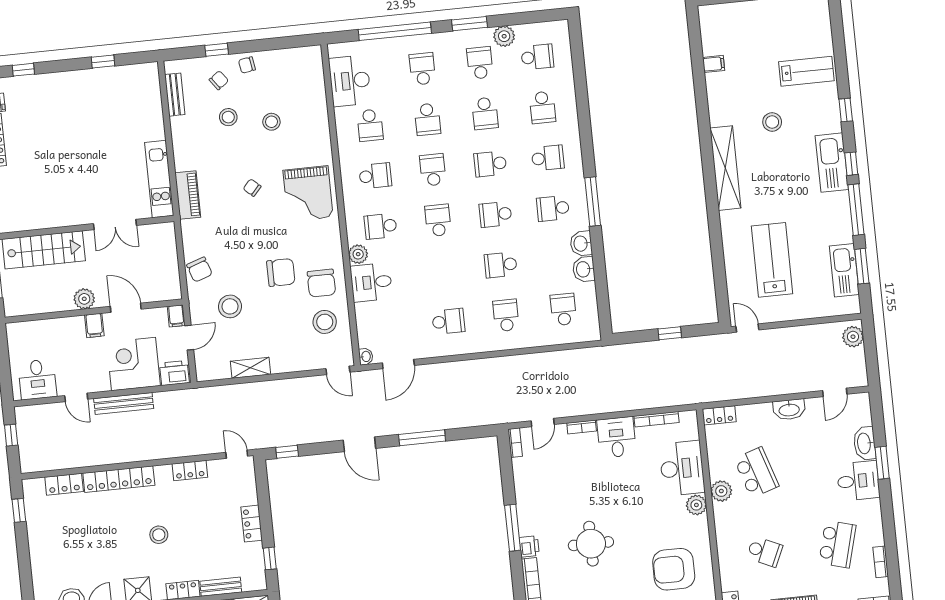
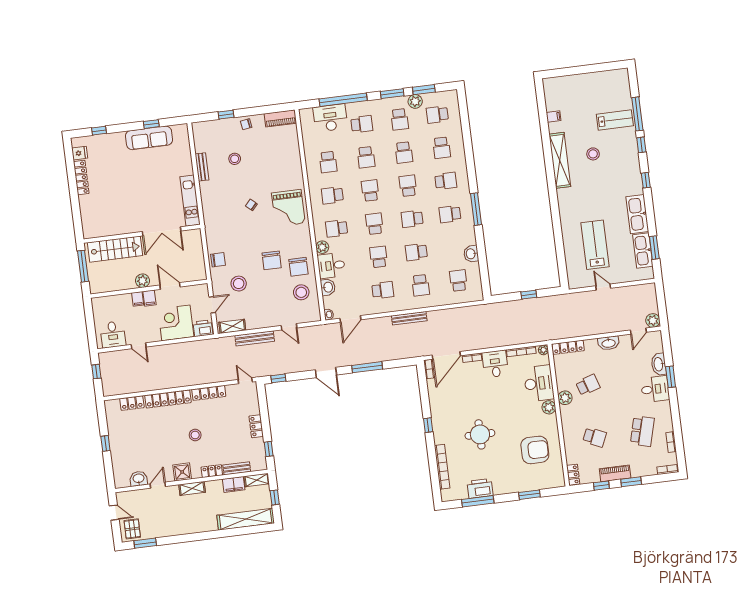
window: (518, 19) -> (424, 90), added
school desk: (537, 57) -> (437, 115), turned 180
school desk: (480, 63) -> (400, 119), turned 180
school desk: (422, 69) -> (362, 124), turned 90
chair: (219, 80) -> (228, 135), removed
desk: (350, 81) -> (330, 118), moved, turned 90
sofa: (99, 82) -> (149, 138), added
bench: (175, 95) -> (202, 167), moved
stool: (271, 122) -> (263, 161), removed
kitchen sink: (832, 163) -> (637, 214), moved
school desk: (490, 164) -> (408, 186), turned 90
shelving: (725, 168) -> (560, 160), moved
school desk: (375, 176) -> (332, 195), turned 180
piano: (188, 195) -> (280, 118), moved, turned 90
window: (856, 210) -> (637, 114), moved
double door: (115, 225) -> (162, 231), width x1.37
washbasin: (581, 244) -> (328, 287), moved, turned 180
chair: (200, 270) -> (218, 260), turned -71
school desk: (443, 271) -> (379, 257), added
chair: (281, 272) -> (272, 260), turned 90
school desk: (506, 315) -> (421, 285), turned 180
filing cabinet: (176, 316) -> (138, 299), moved
door: (747, 328) -> (603, 287), moved
plant: (853, 337) -> (653, 320), moved
bench: (488, 365) -> (409, 318), added
shelving: (251, 368) -> (232, 326), moved
door: (338, 370) -> (289, 327), moved
bench: (124, 403) -> (255, 338), moved
locker: (719, 415) -> (568, 347), width x1.53
plant: (690, 418) -> (543, 350), added
door: (543, 423) -> (446, 355), width x1.88
locker: (190, 470) -> (209, 393), width x1.53
school desk: (756, 472) -> (588, 385), width x0.54
window: (19, 510) -> (105, 443), moved
window: (513, 528) -> (428, 425), width x0.46
printer: (529, 546) -> (439, 437), removed
armchair: (674, 569) -> (535, 450), turned 180

